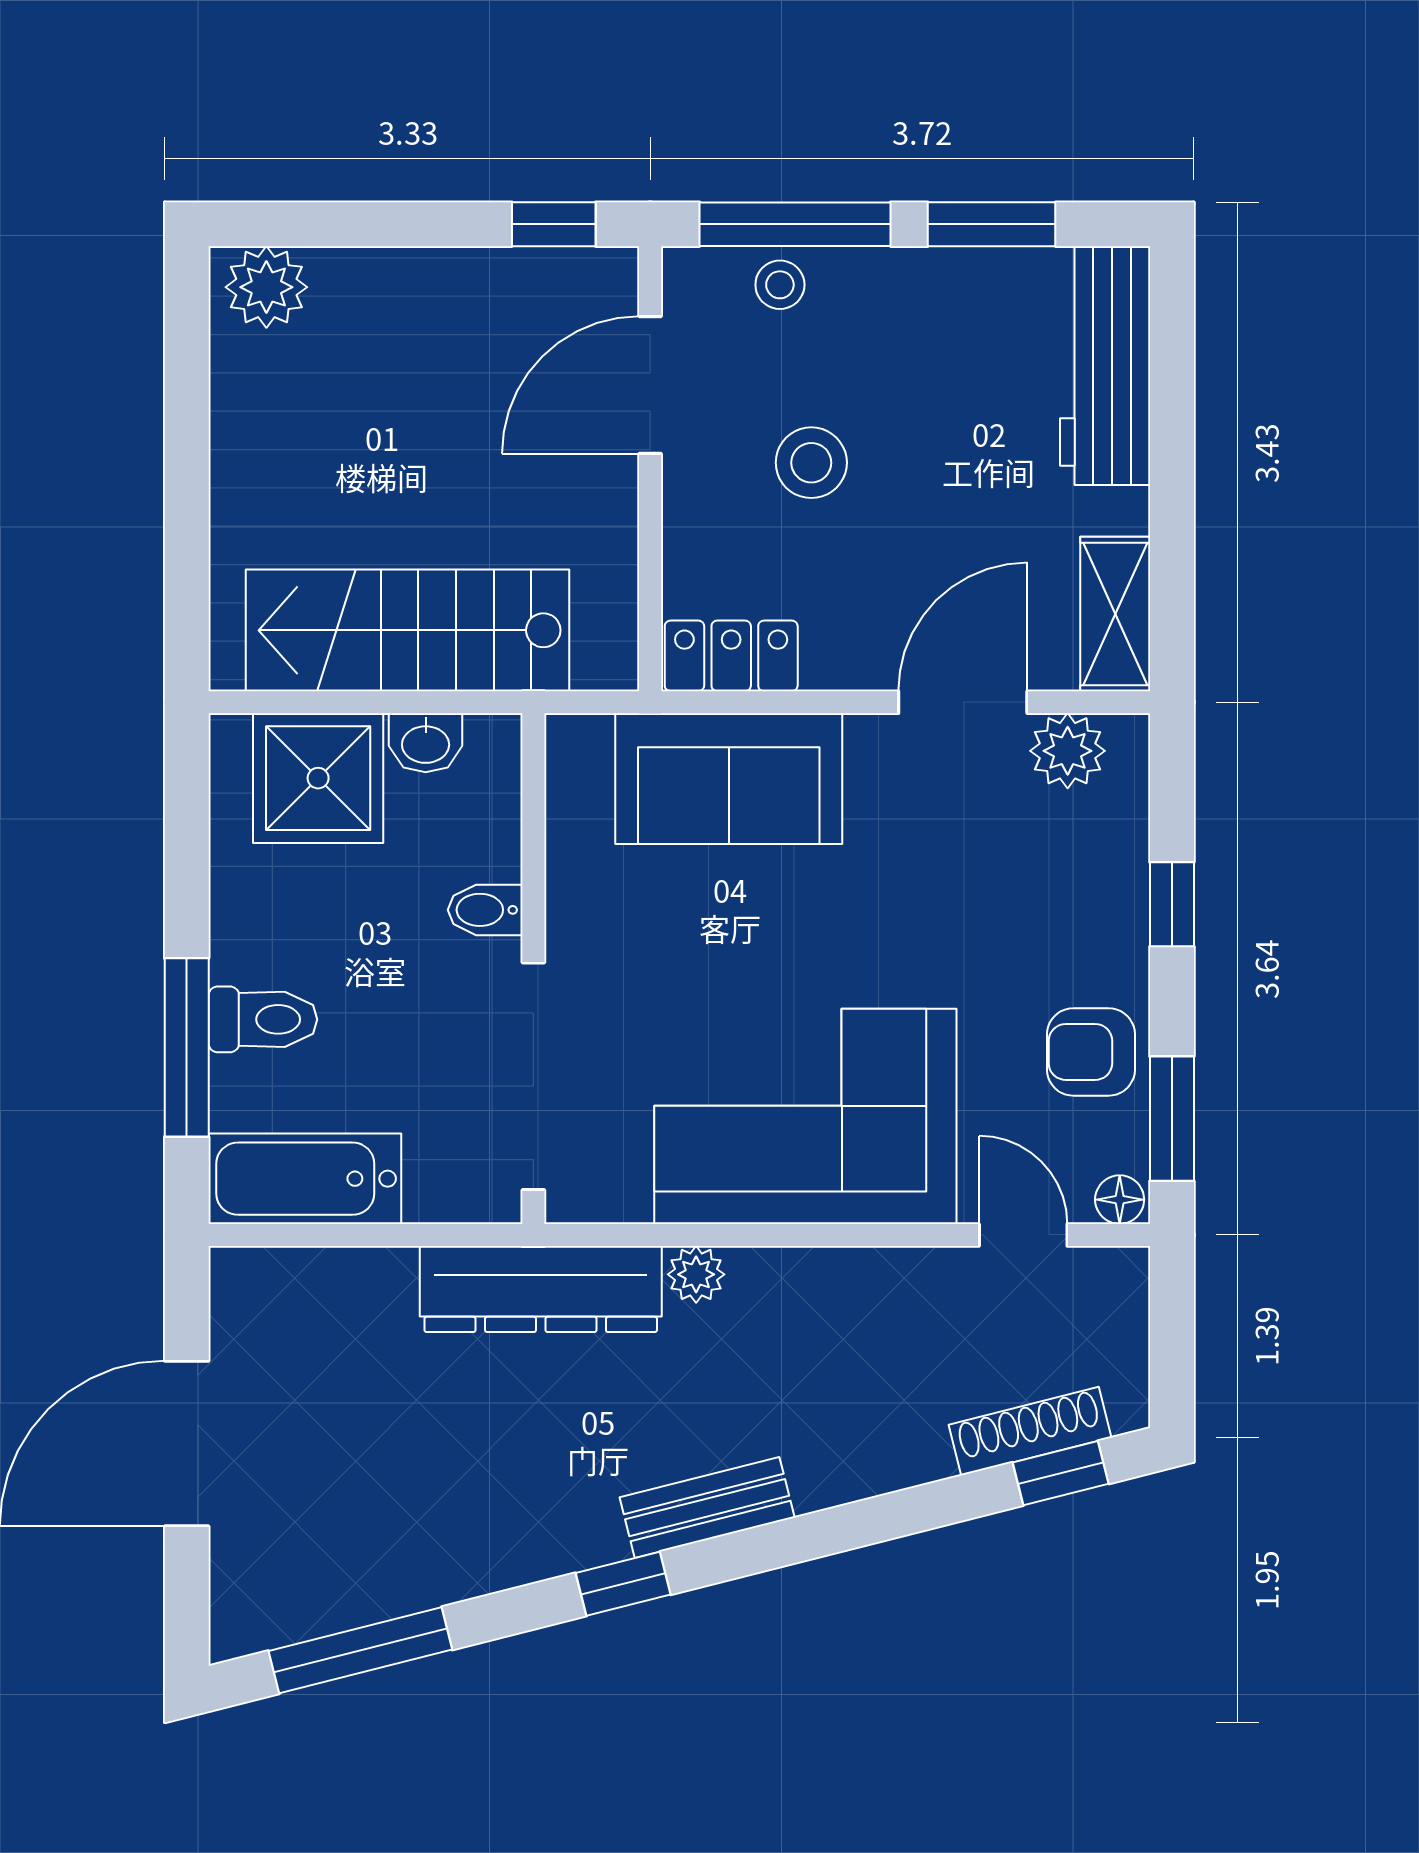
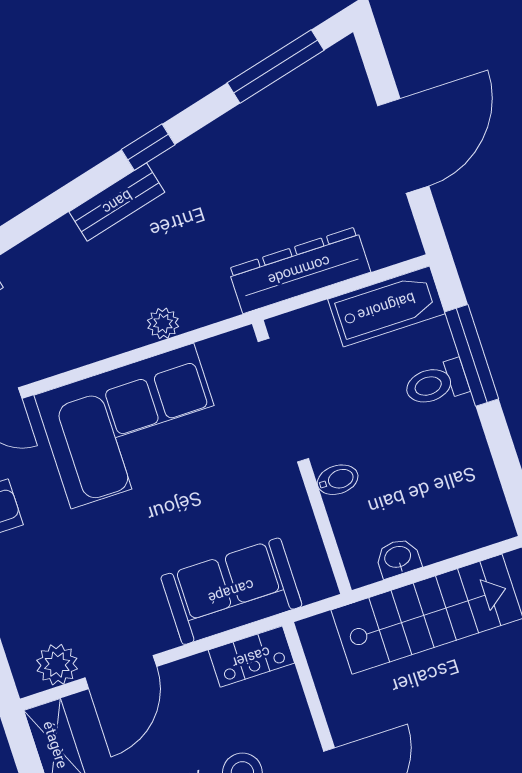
shower: (318, 778) -> (449, 521), removed
dresser: (541, 1289) -> (299, 270), moved

